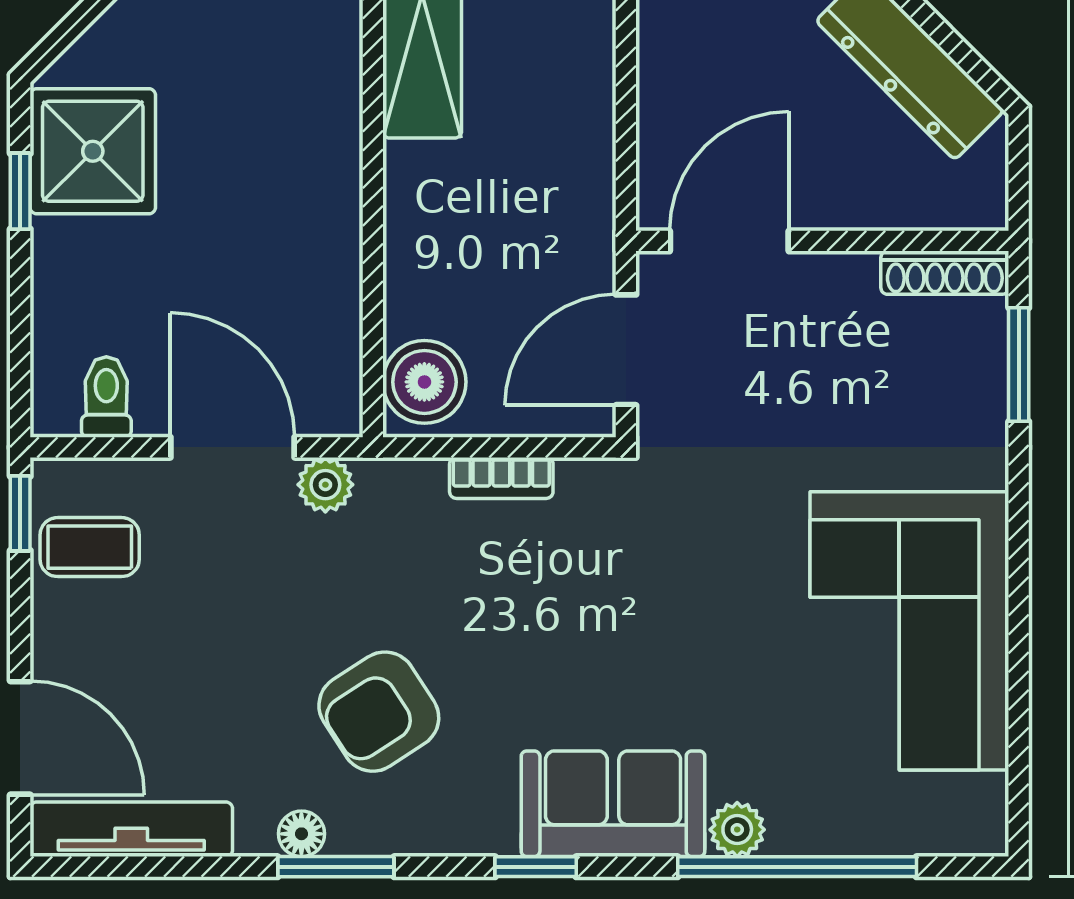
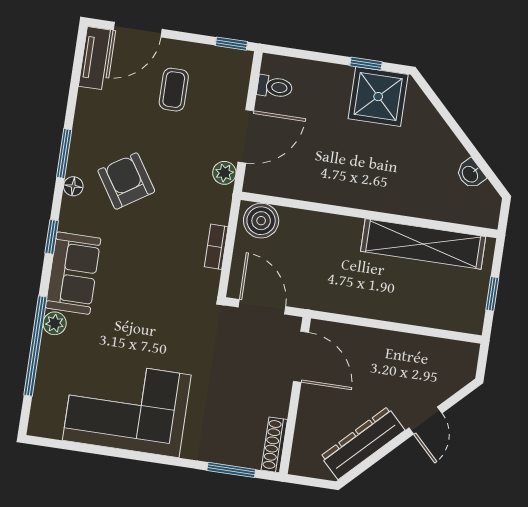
coffee table: (90, 547) -> (174, 90), moved
tv unit: (131, 829) -> (94, 58), width x0.71
floor lamp: (301, 834) -> (73, 186), moved

